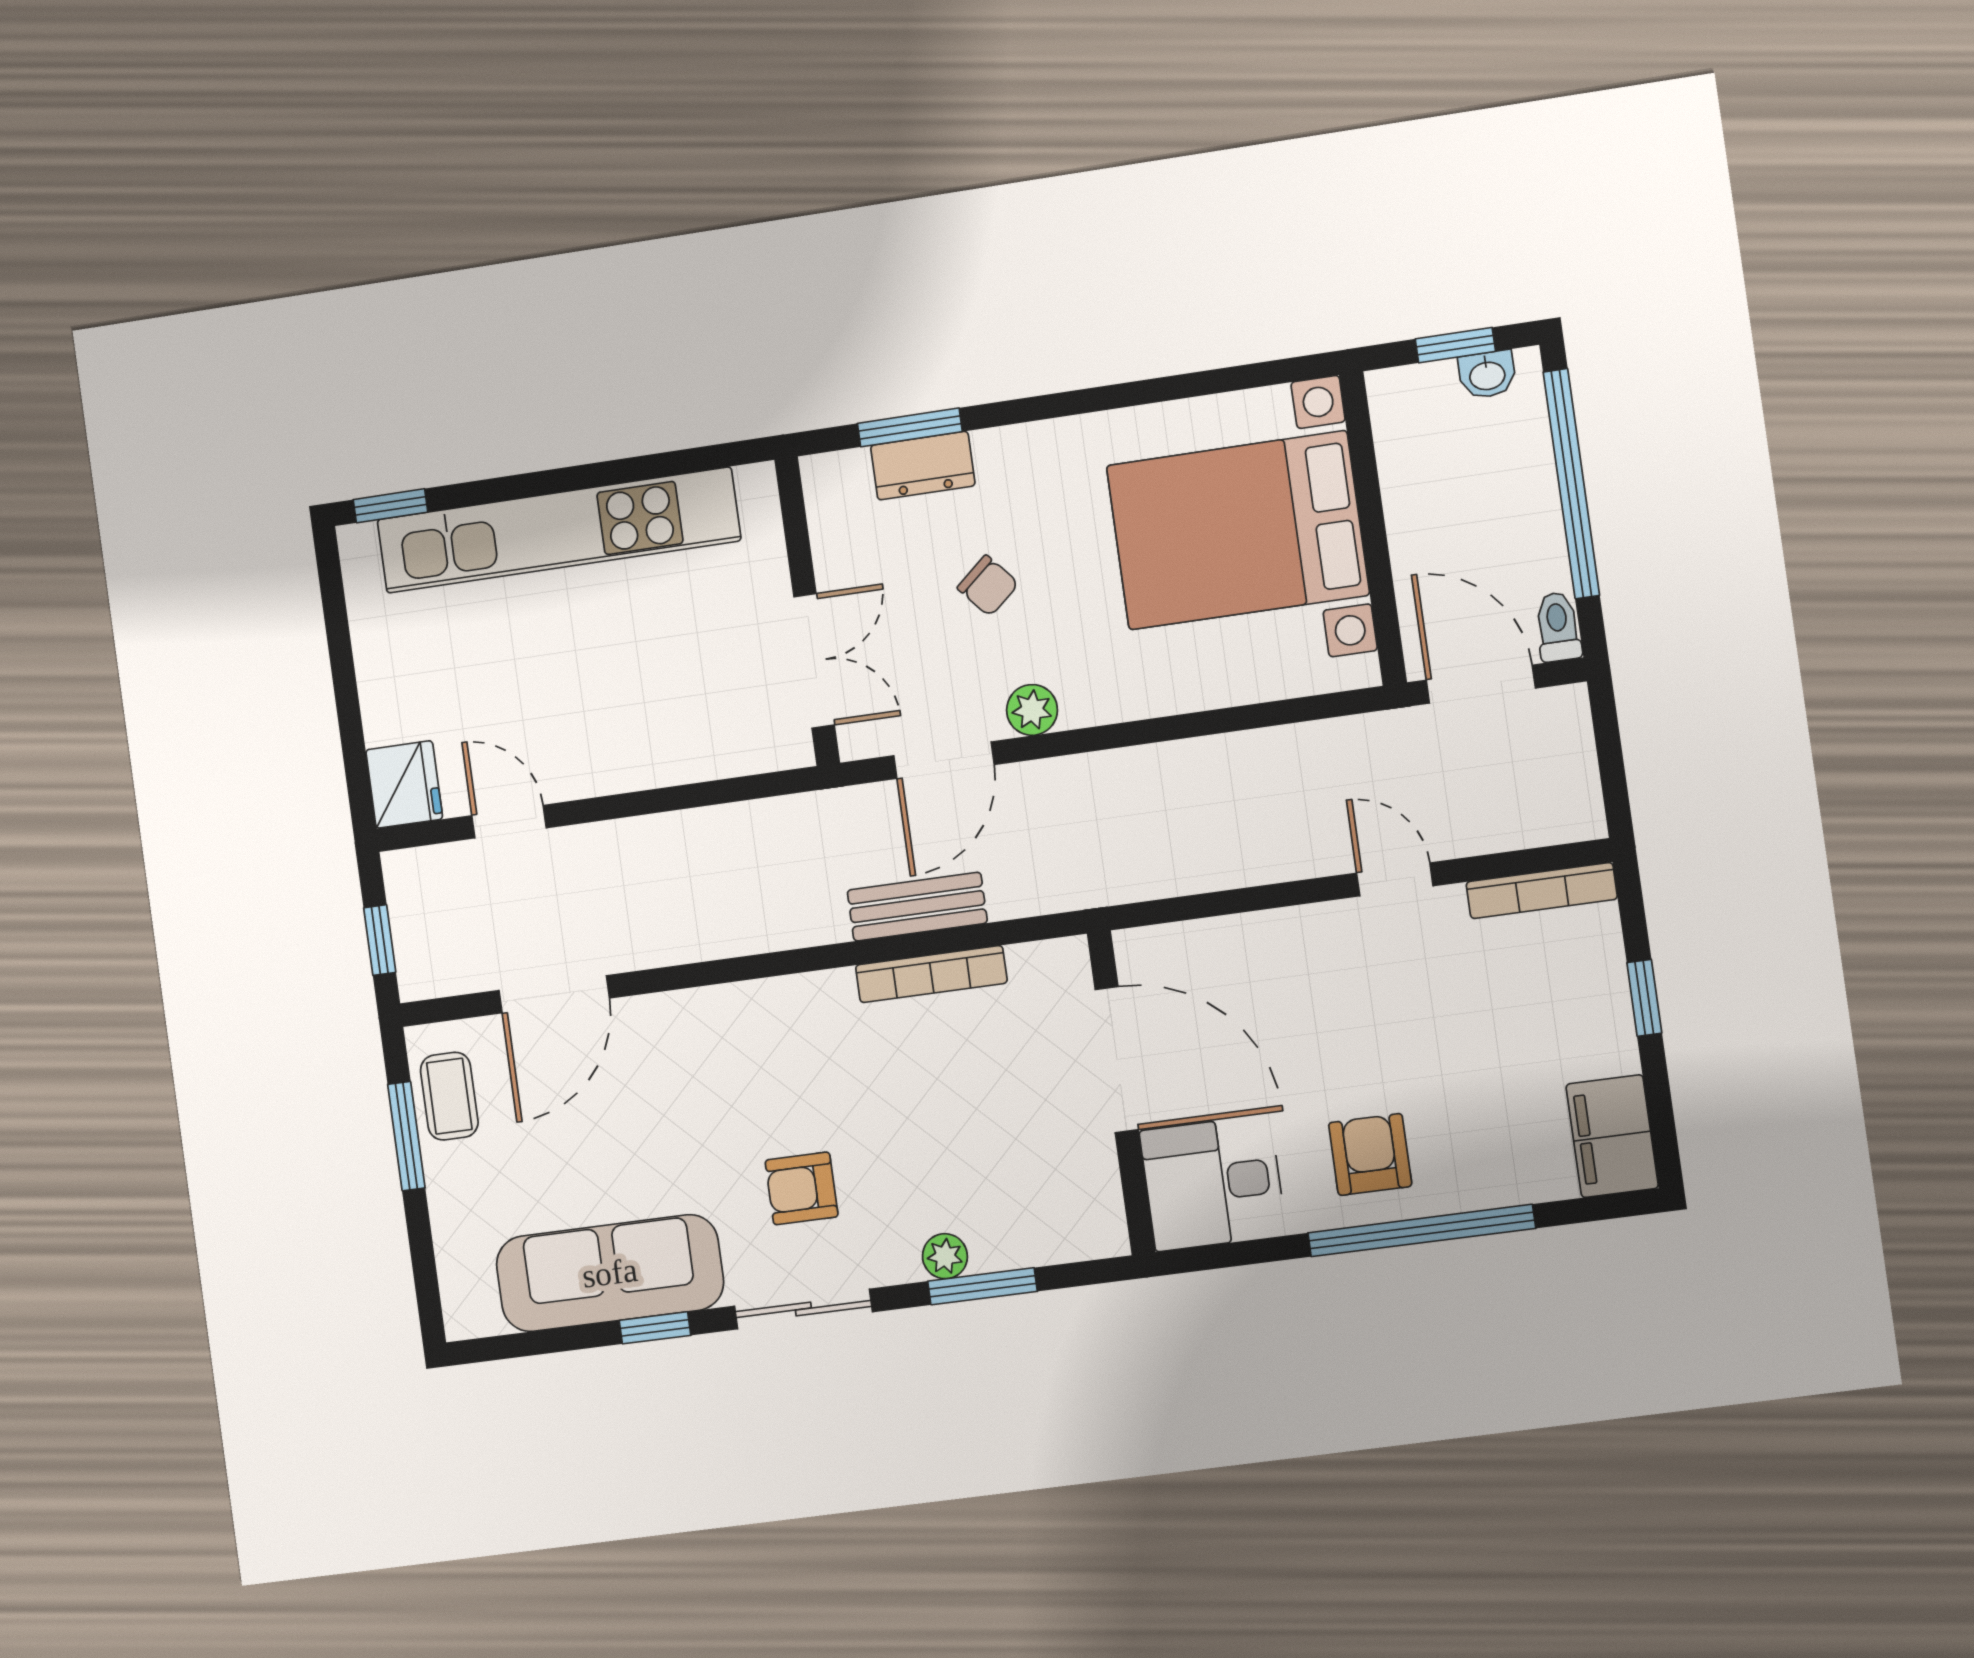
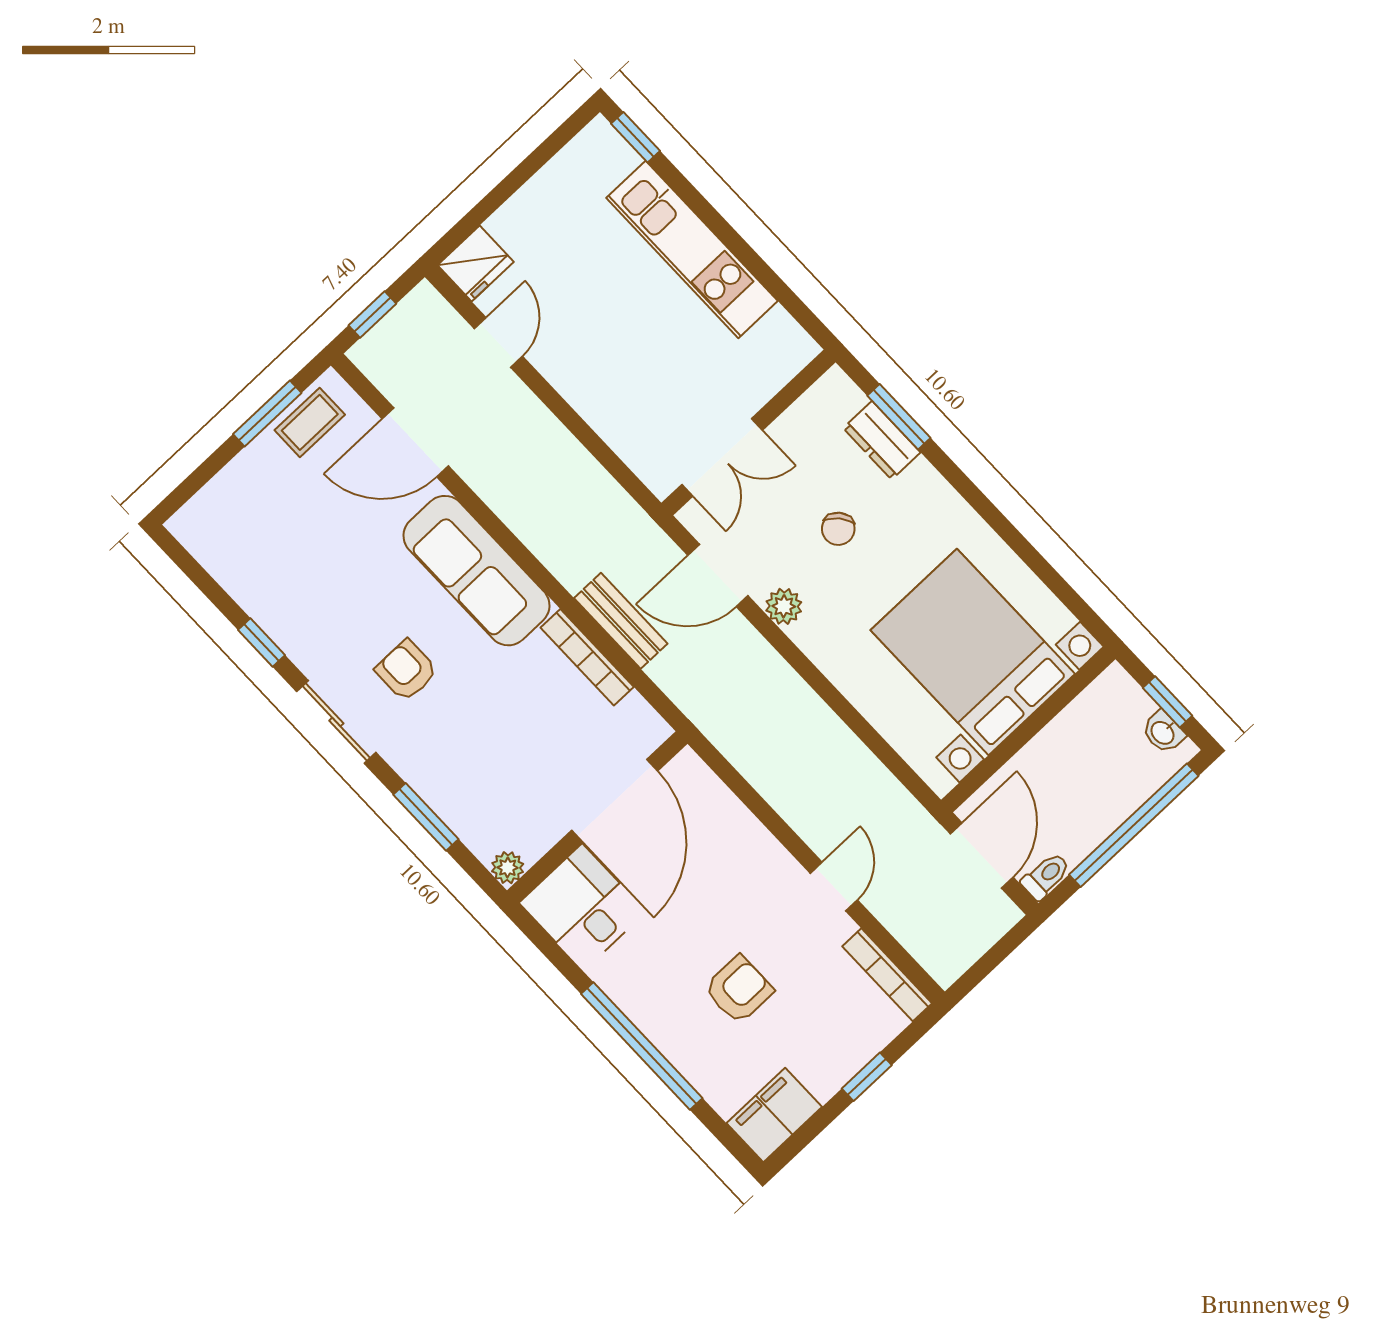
kitchen unit: (558, 530) -> (692, 249), width x0.73
armchair: (1370, 1155) -> (739, 990), moved
plant: (945, 1256) -> (508, 868), moved
sofa: (610, 1273) -> (476, 571), moved, turned 180

